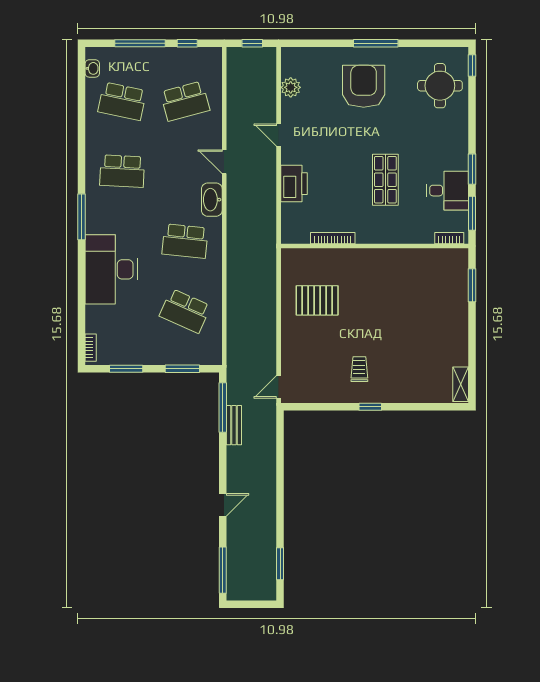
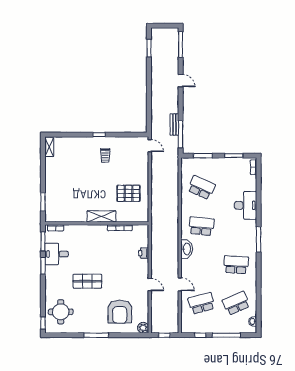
armchair: (364, 86) -> (120, 312), moved
plant: (291, 87) -> (143, 328), moved
school desk: (122, 101) -> (236, 303), turned -36
door: (224, 162) -> (180, 284), moved
shop shelf: (385, 180) -> (87, 281), moved, turned 90
printer: (294, 184) -> (144, 253), width x0.53, depth x0.68
shelving: (366, 259) -> (101, 216), added
desk: (111, 269) -> (246, 205), width x0.73, depth x0.77
door: (279, 387) -> (150, 146), hinge flipped
door: (223, 505) -> (181, 81), swing flipped

